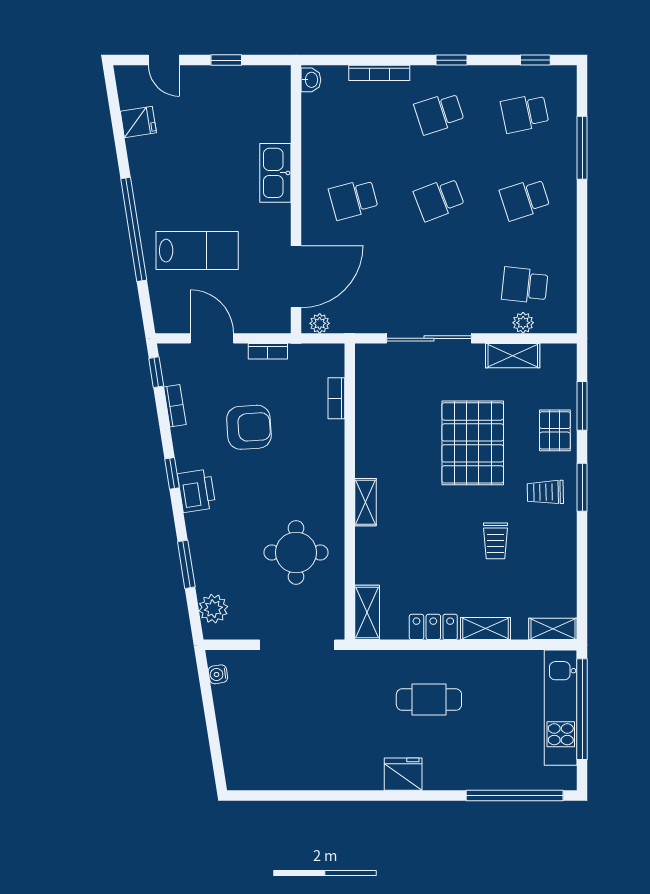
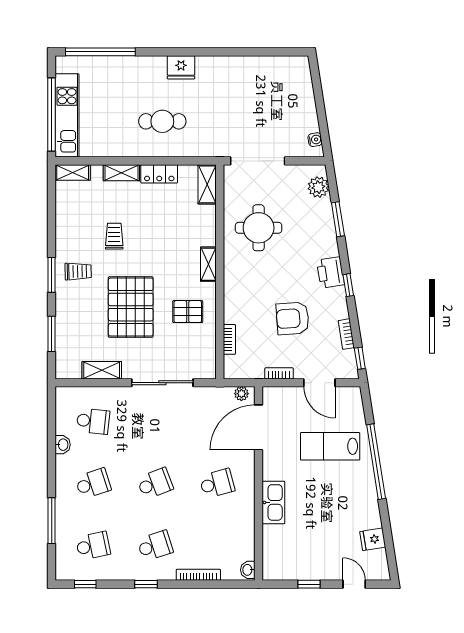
washbasin: (567, 253) -> (63, 445), added
plant: (523, 323) -> (94, 394), removed
pallet: (555, 430) -> (188, 312), moved, turned 90

